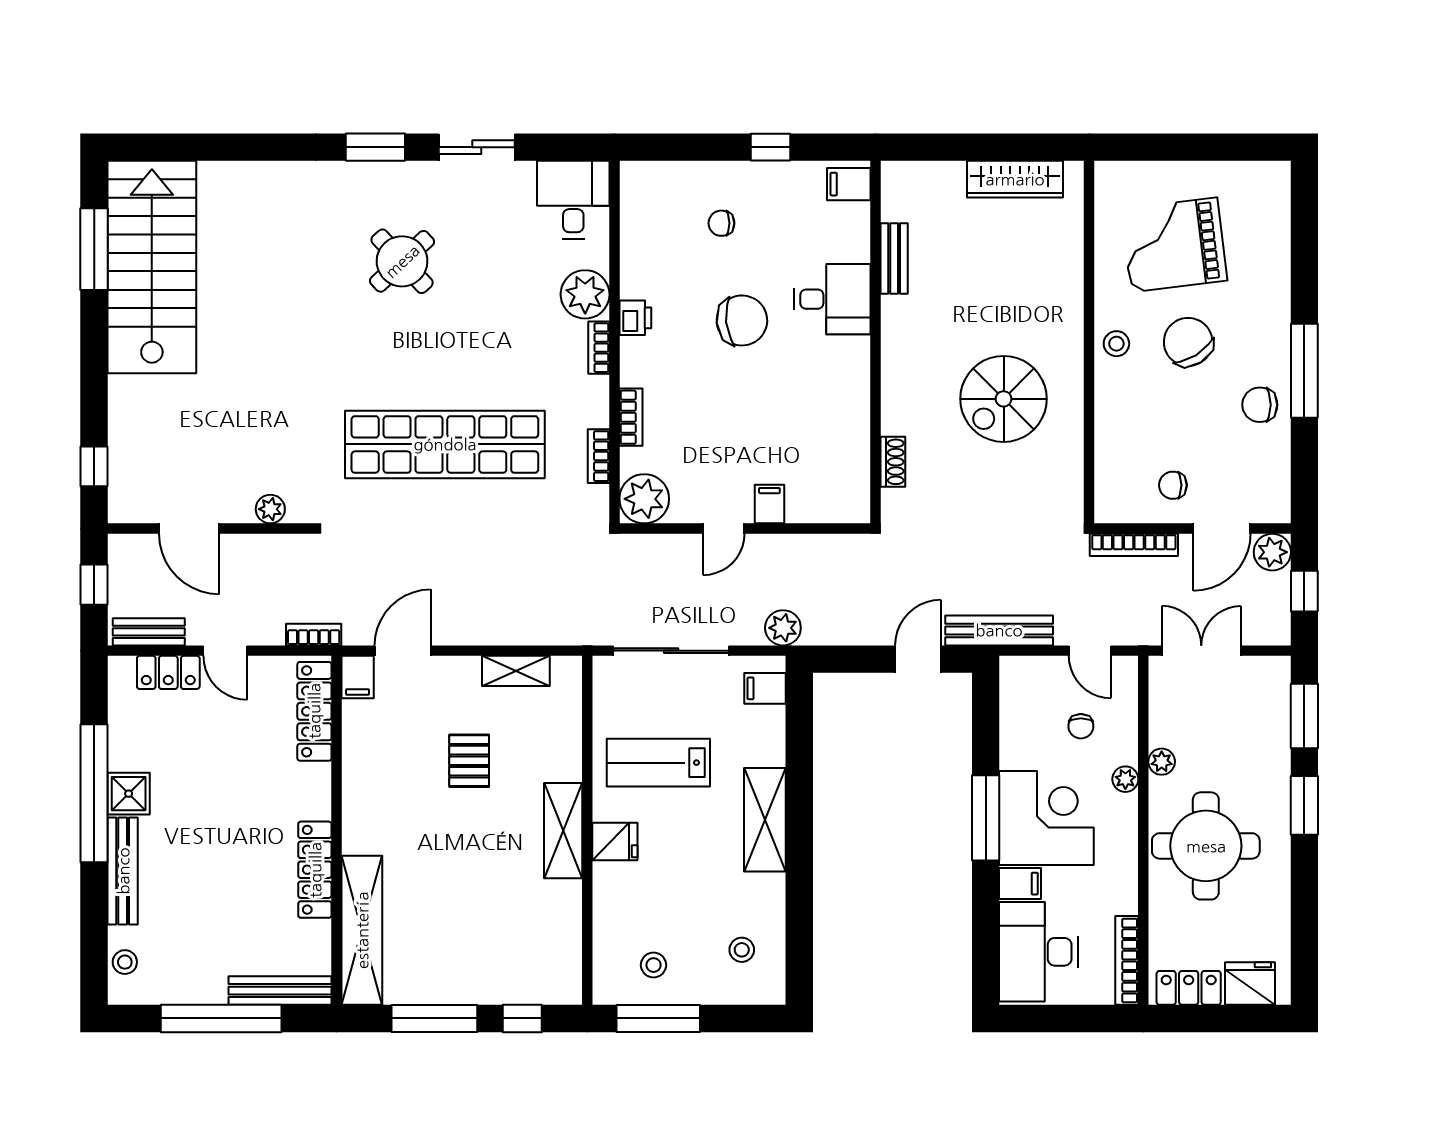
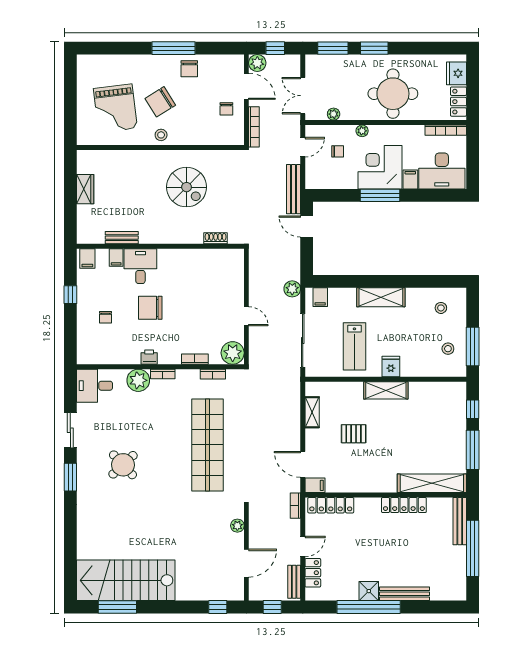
wardrobe: (1015, 179) -> (85, 189), width x0.67
chair: (742, 320) -> (150, 308), turned -84
filing cabinet: (769, 504) -> (116, 257), moved, turned -90
plant: (1162, 762) -> (334, 114), moved
stool: (125, 962) -> (447, 593), removed

